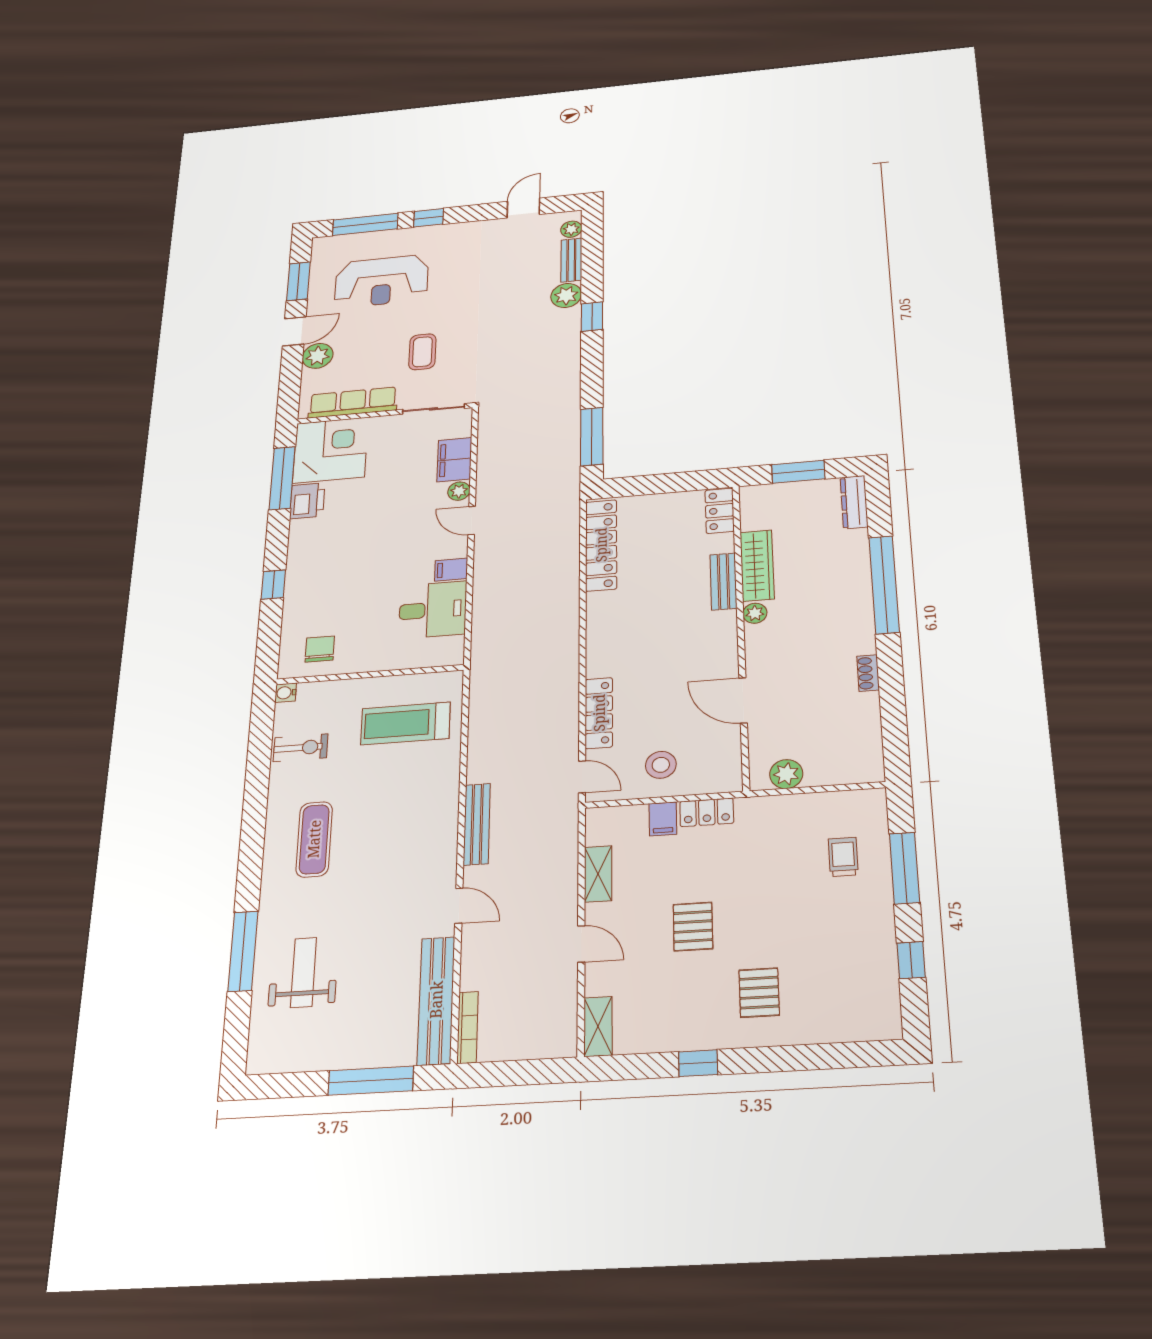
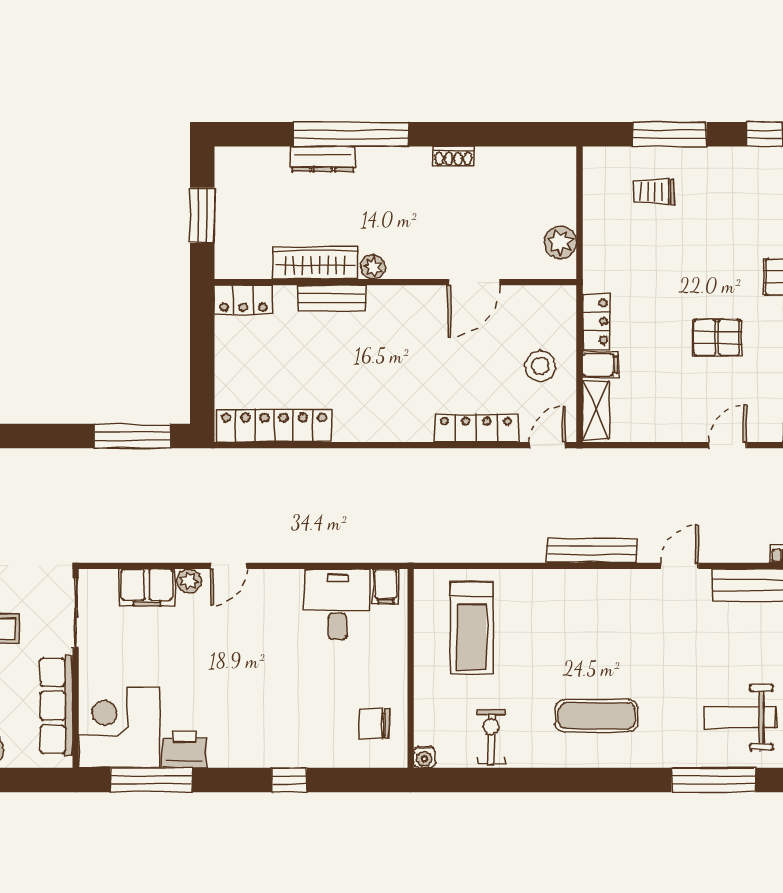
dresser: (854, 502) -> (323, 159), moved
filing cabinet: (451, 570) -> (386, 586), moved
shelving: (598, 874) -> (596, 410), moved, turned 90

